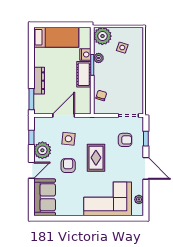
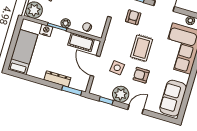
plant: (99, 58) -> (66, 23), moved
cot: (84, 74) -> (81, 42), moved
rug: (96, 158) -> (142, 48), turned 90
door: (31, 170) -> (136, 109), hinge flipped
sofa: (45, 197) -> (173, 98), moved, turned -90

